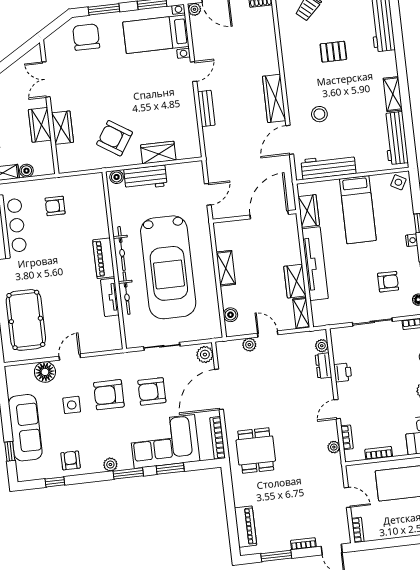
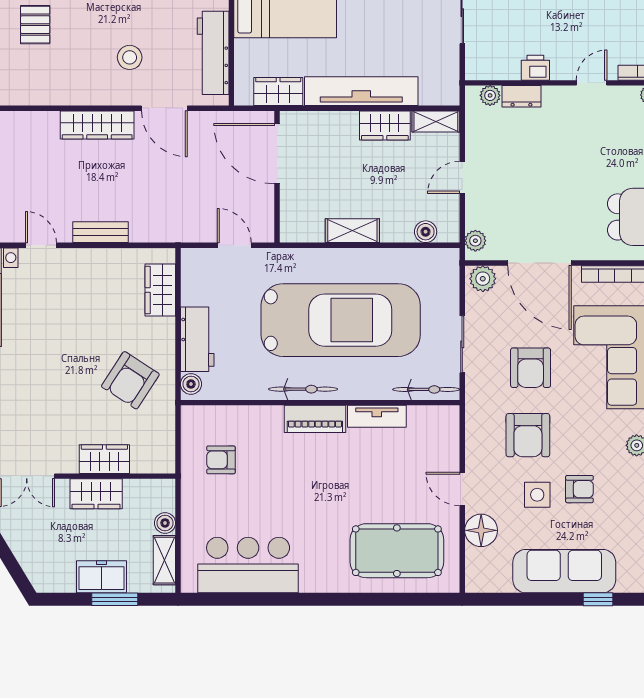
wardrobe: (158, 152) -> (160, 290), moved
armchair: (55, 206) -> (221, 460), moved, turned 90
bicycle: (127, 293) -> (426, 389), moved
plant: (249, 345) -> (475, 241), moved
door: (337, 409) -> (592, 83), swing flipped
armchair: (71, 460) -> (579, 489), moved, turned 180

